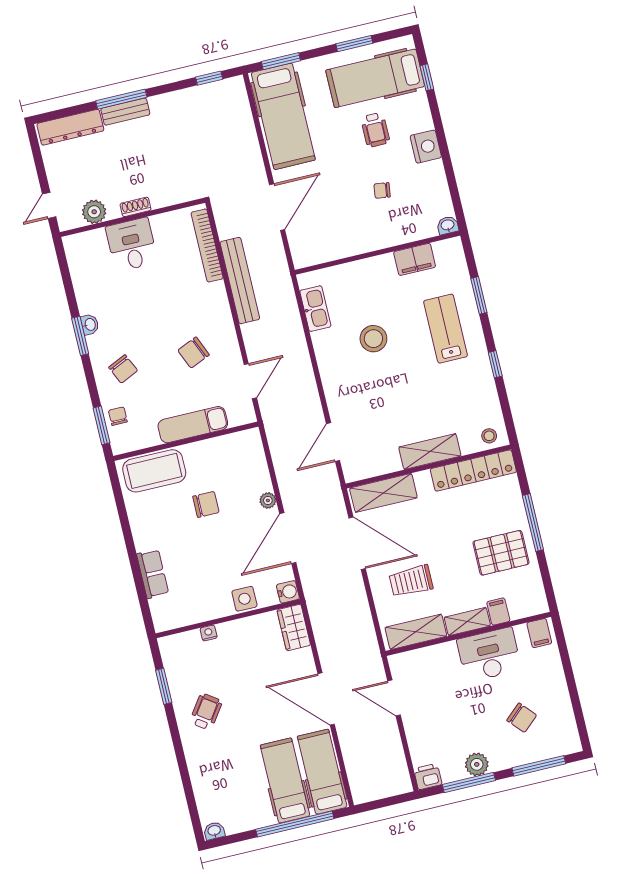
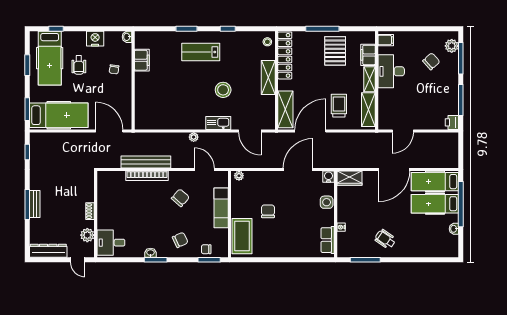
dresser: (70, 127) -> (48, 251), moved, turned -90
wheelchair: (375, 130) -> (79, 65), turned 90
washbasin: (448, 225) -> (127, 37), moved
desk: (132, 245) -> (111, 243), moved
bookcase: (207, 245) -> (147, 176), moved
wall: (377, 253) -> (133, 80), moved
filing cabinet: (415, 259) -> (142, 60), moved
kitchen sink: (315, 309) -> (218, 123), moved
stool: (373, 339) -> (223, 90), moved
plant: (300, 350) -> (194, 137), added
chair: (194, 353) -> (180, 198), turned -116
plant: (268, 500) -> (239, 176), moved
door: (288, 538) -> (298, 170), swing flipped
row of seats: (153, 574) -> (328, 240), moved, turned -90
trolley: (411, 581) -> (339, 106), turned 180
filing cabinet: (498, 612) -> (368, 55), width x2.00
window: (164, 686) -> (365, 260), width x1.44
plant: (477, 764) -> (452, 46), moved
washbasin: (214, 831) -> (454, 229), moved

